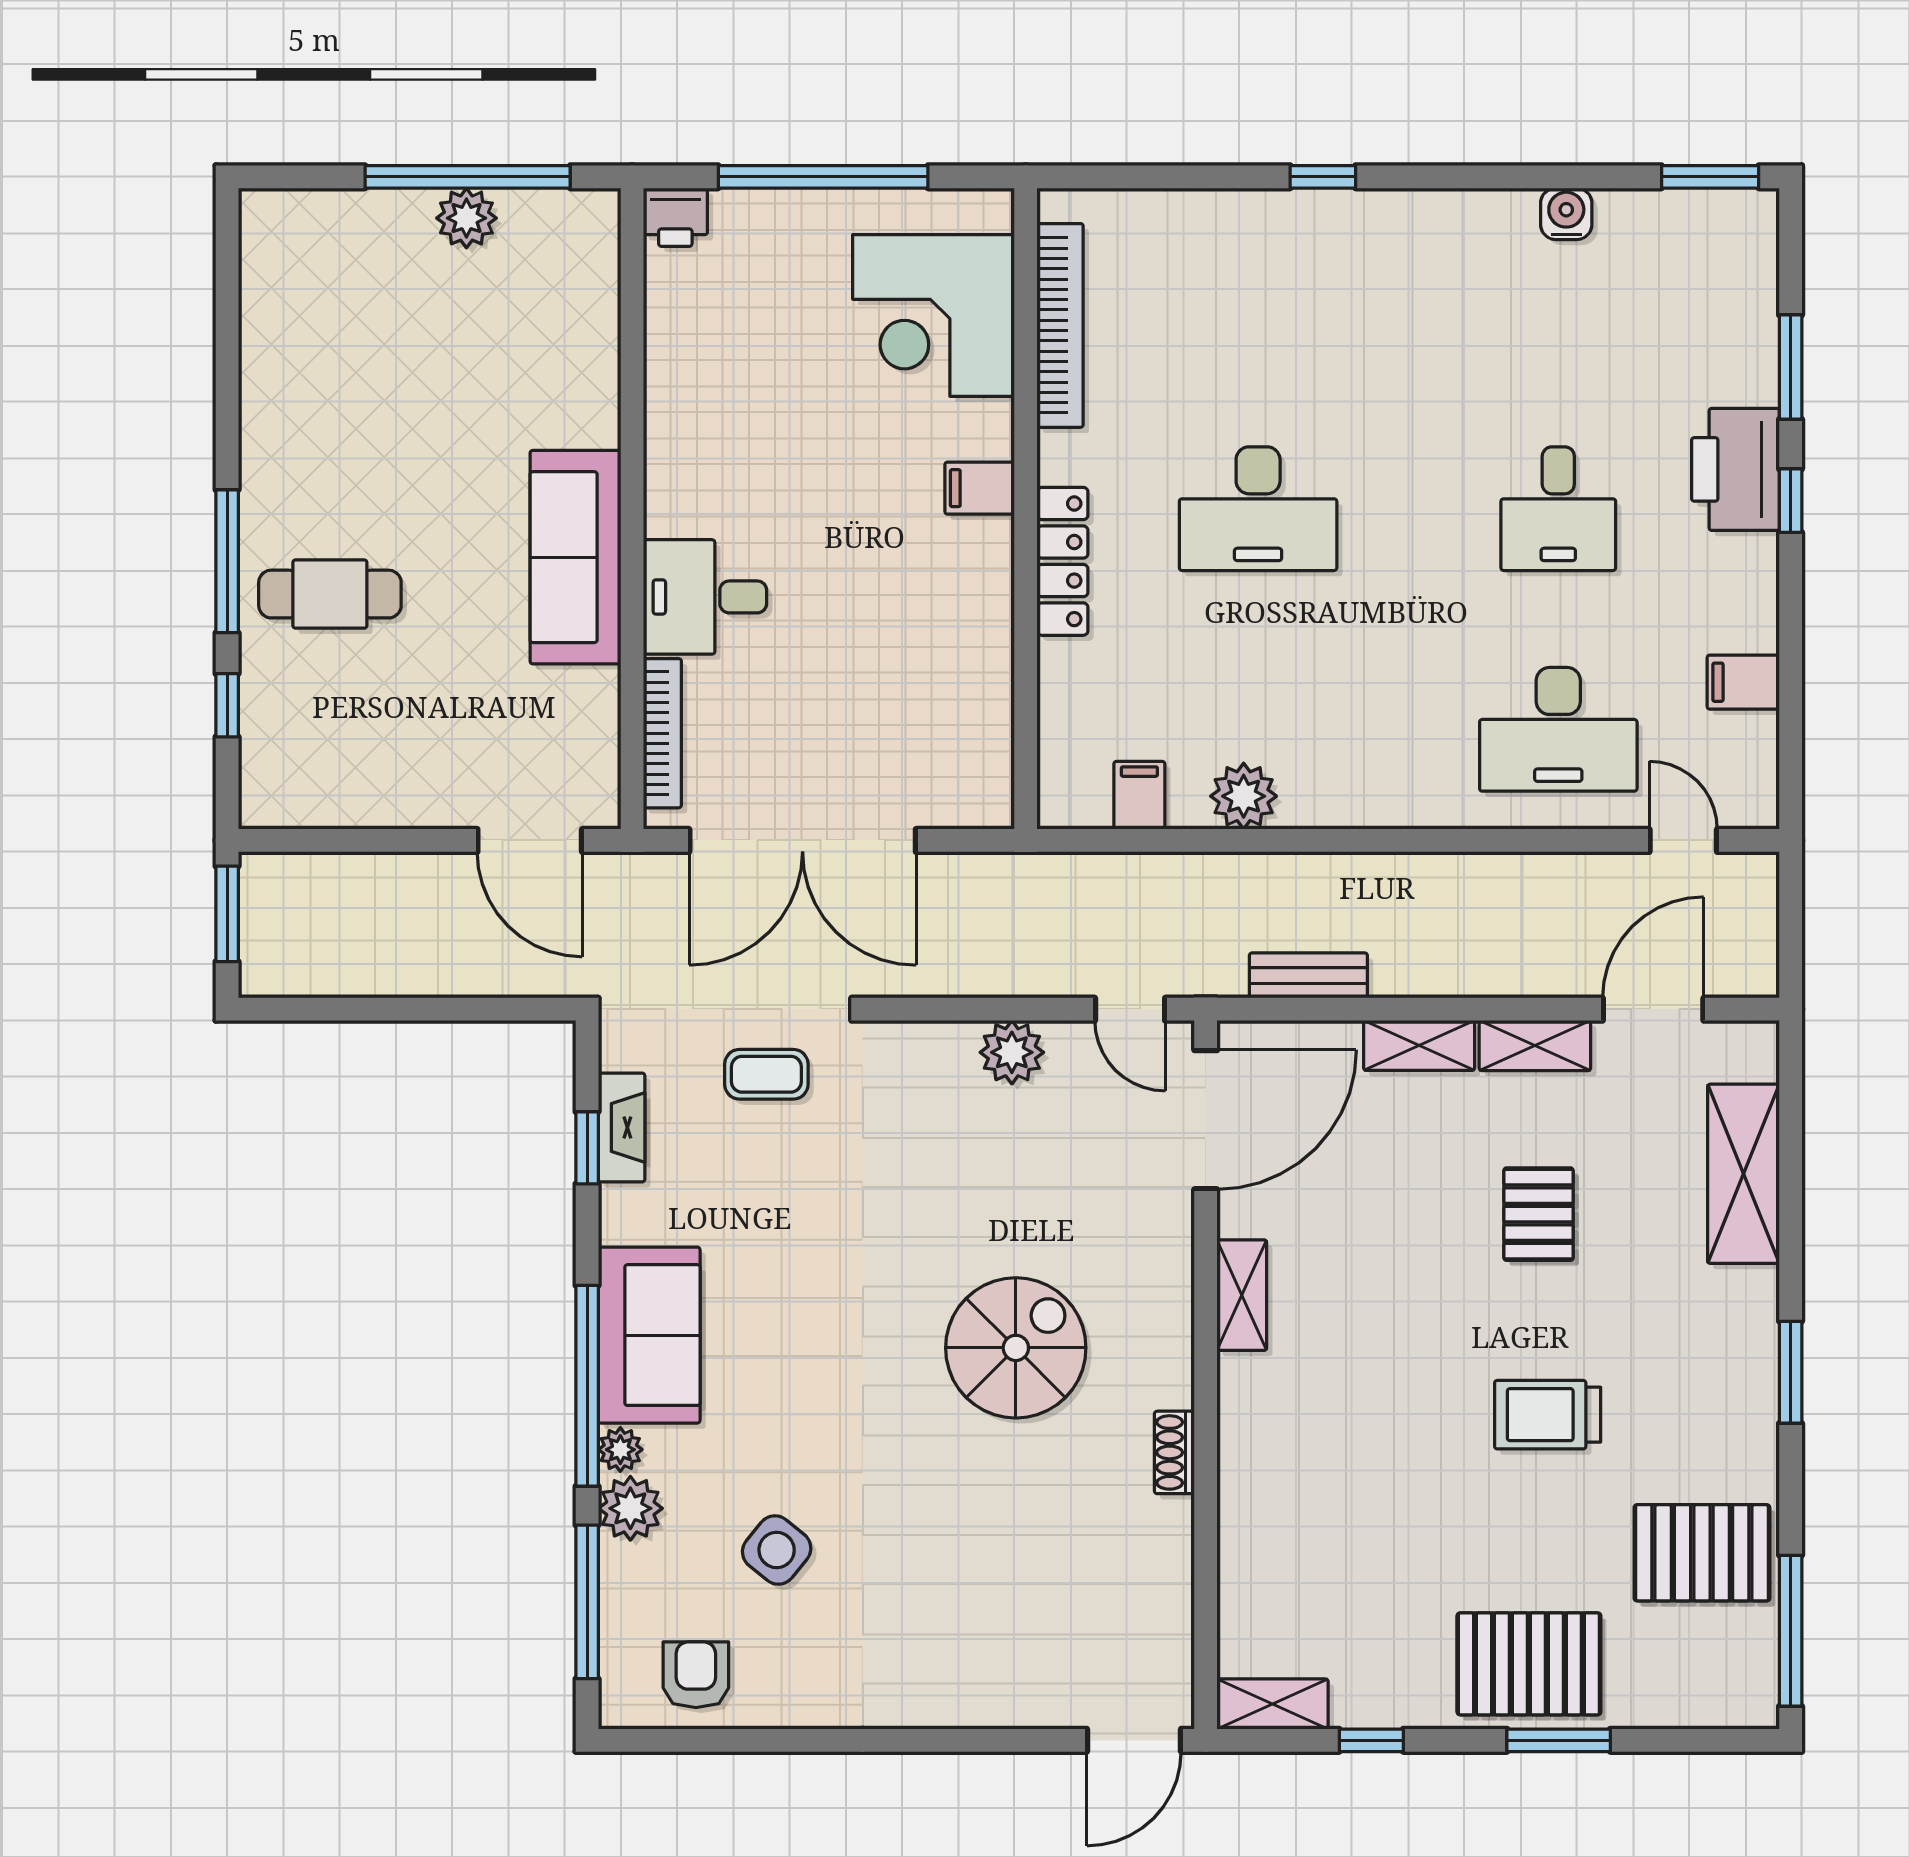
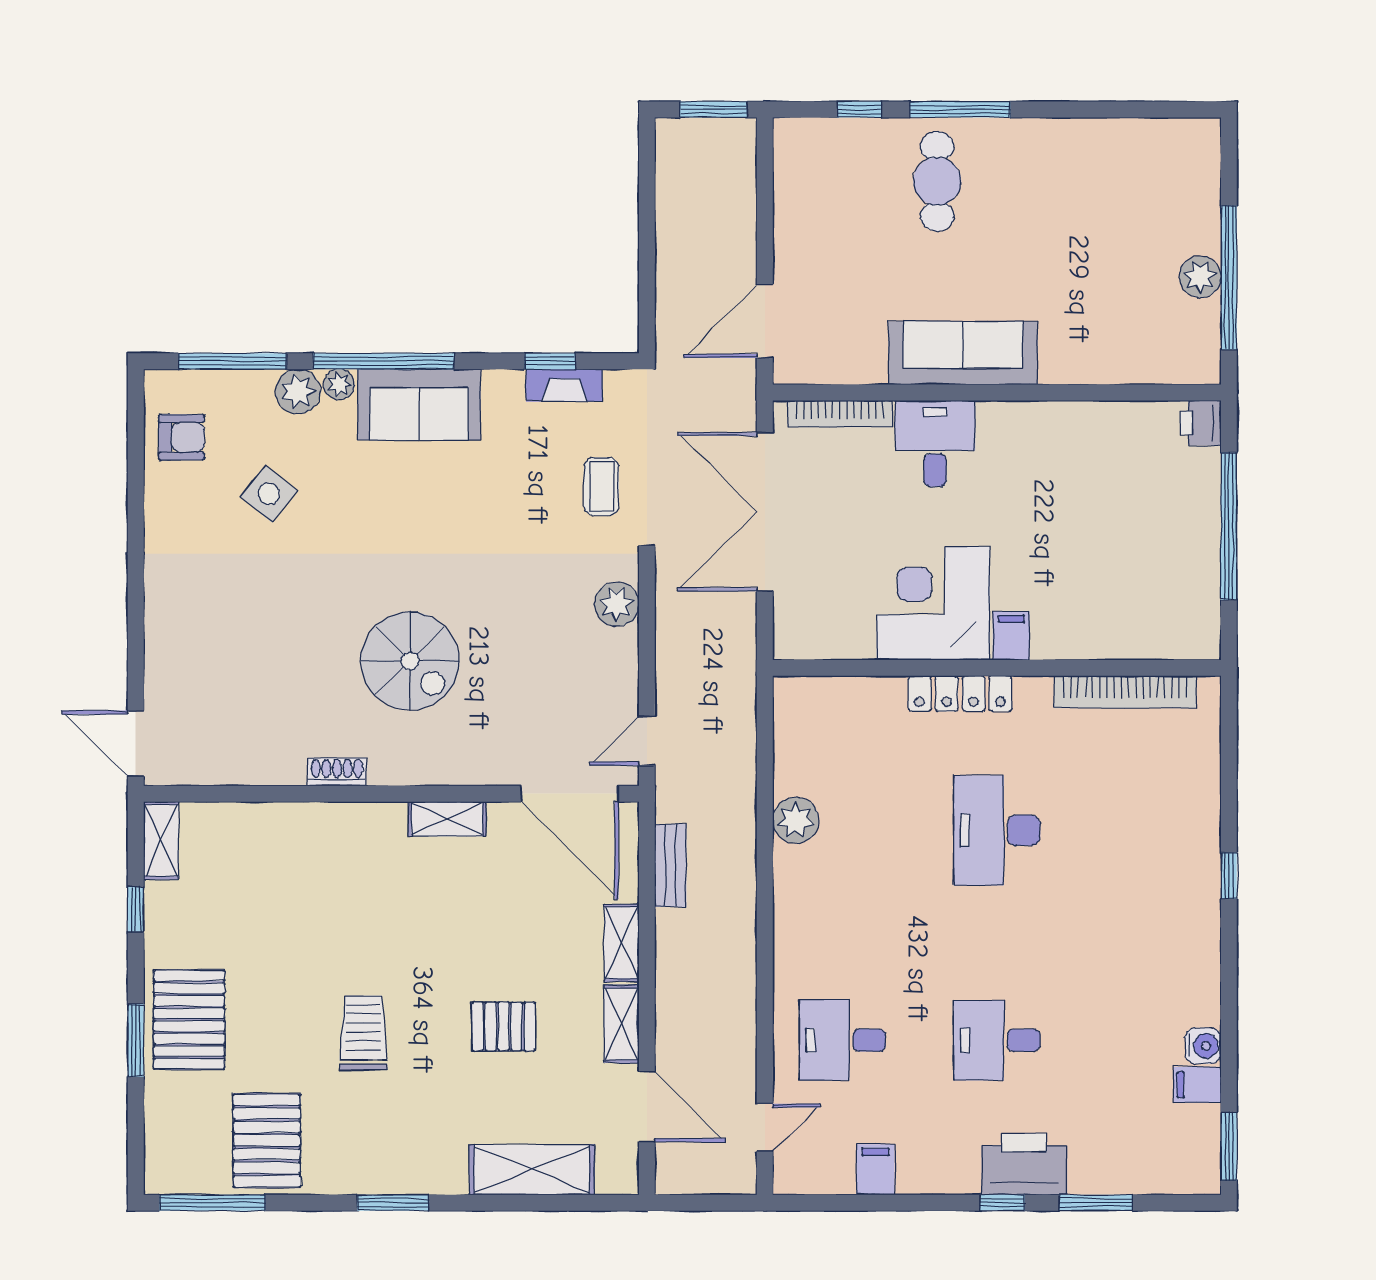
corner desk: (934, 315) -> (933, 603), moved
desk: (1558, 729) -> (843, 1040), width x0.73
filing cabinet: (1139, 795) -> (1197, 1085), moved, turned 180
plant: (1012, 1052) -> (617, 604), moved

